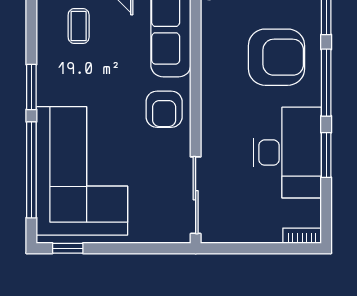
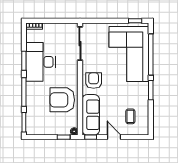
armchair: (276, 57) -> (62, 100), moved

